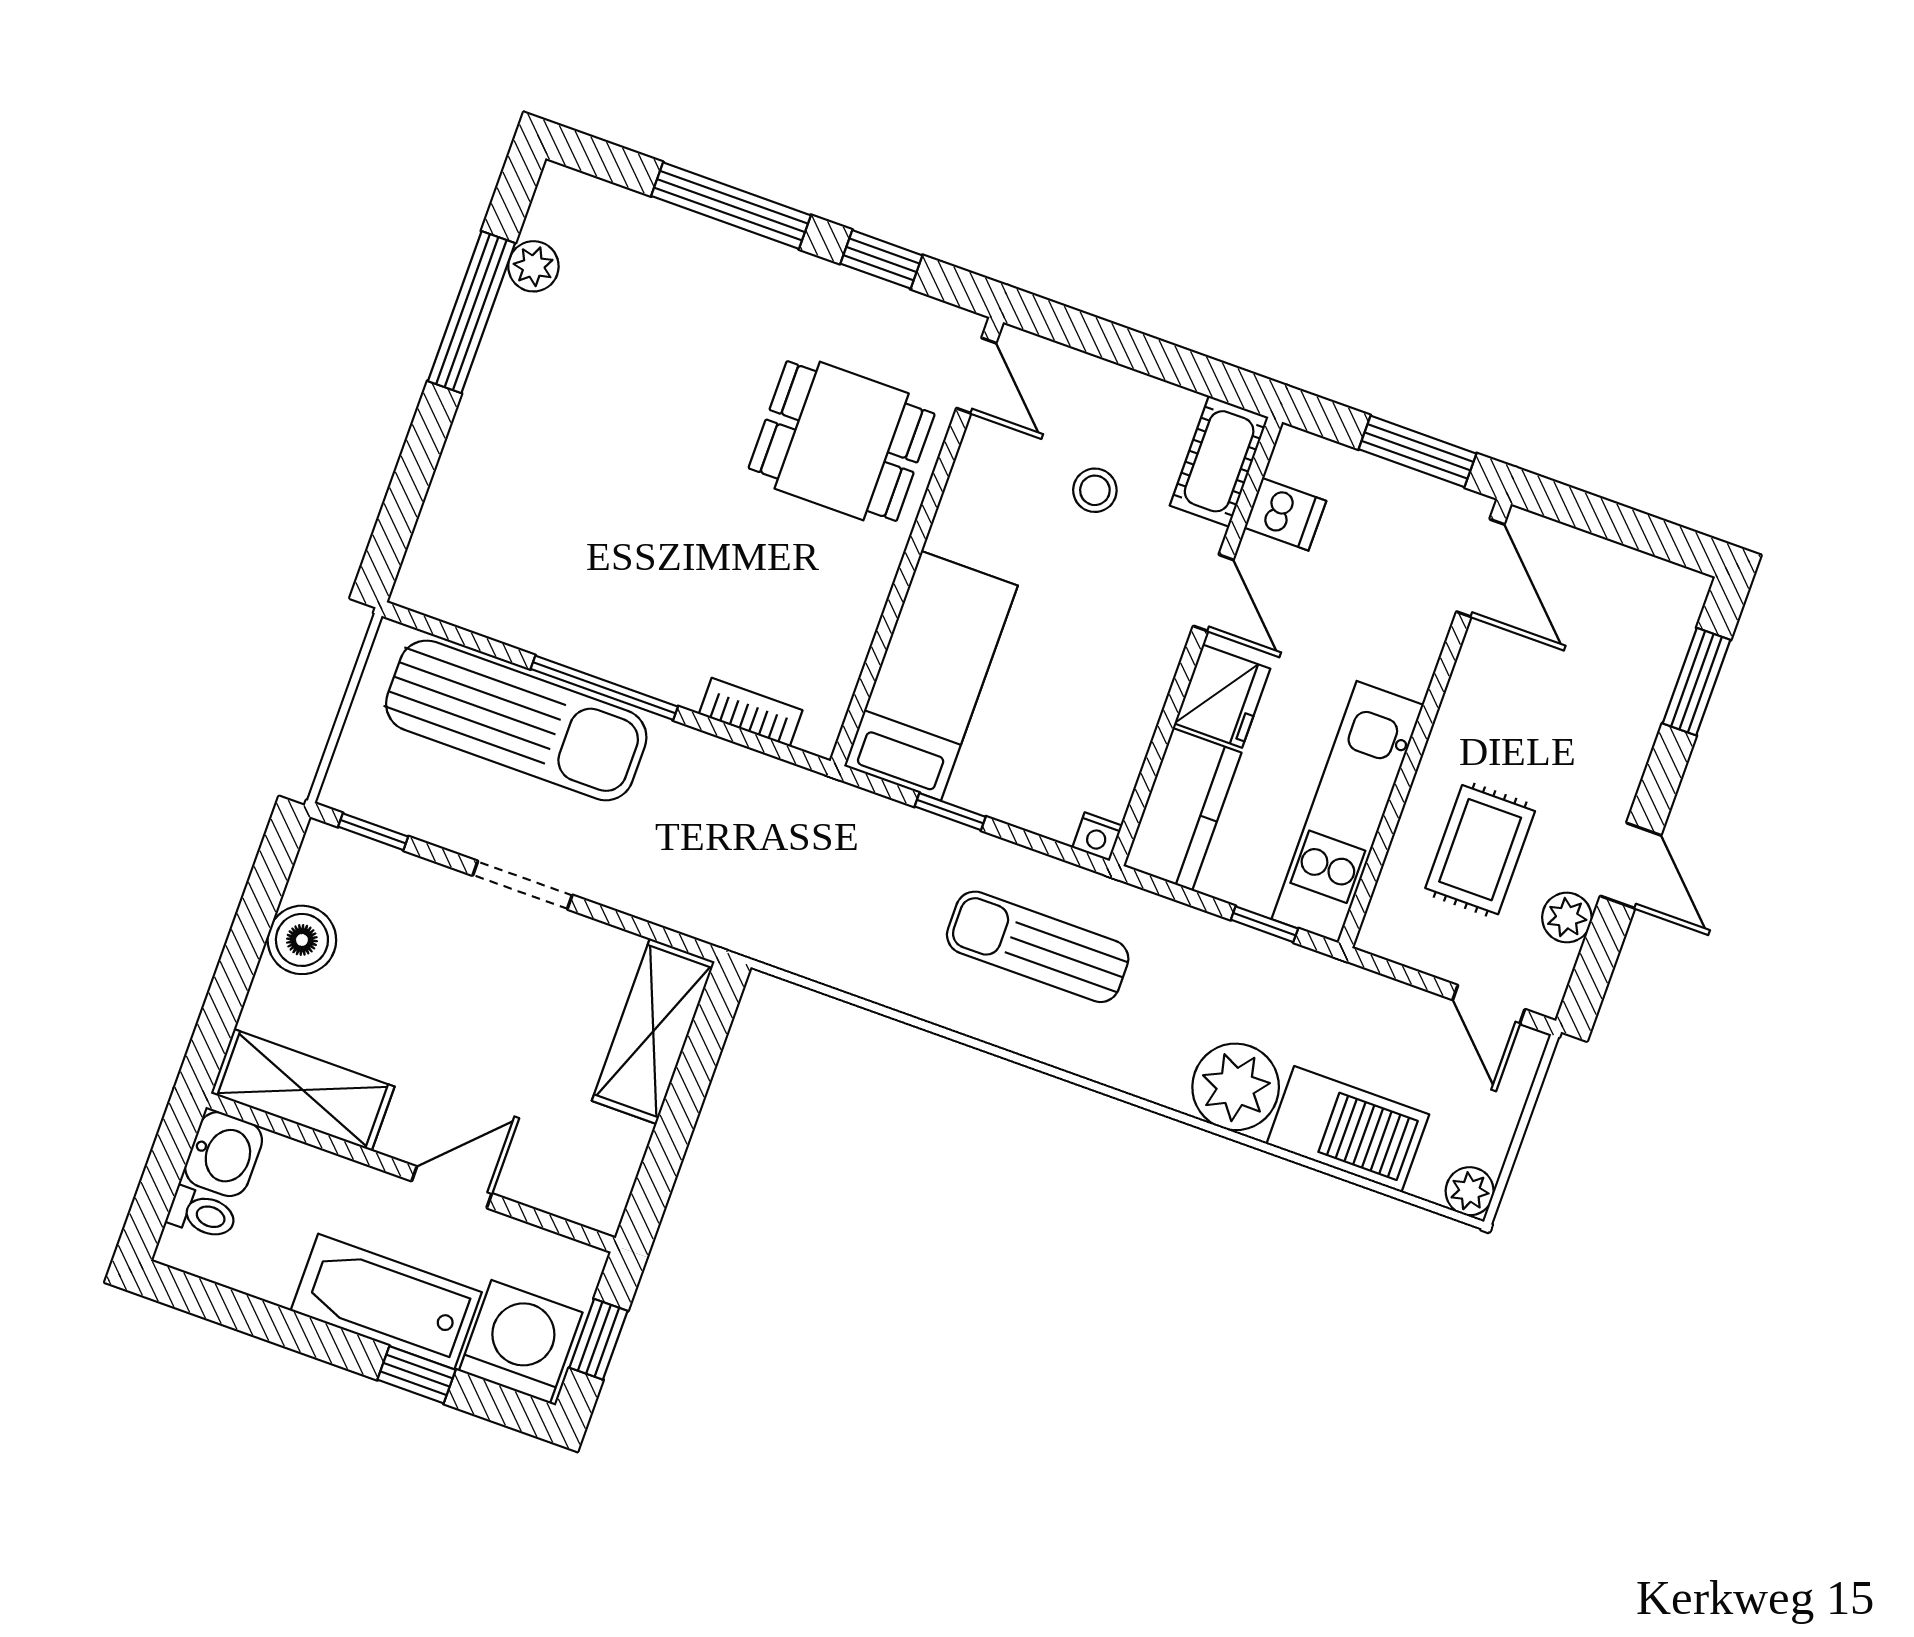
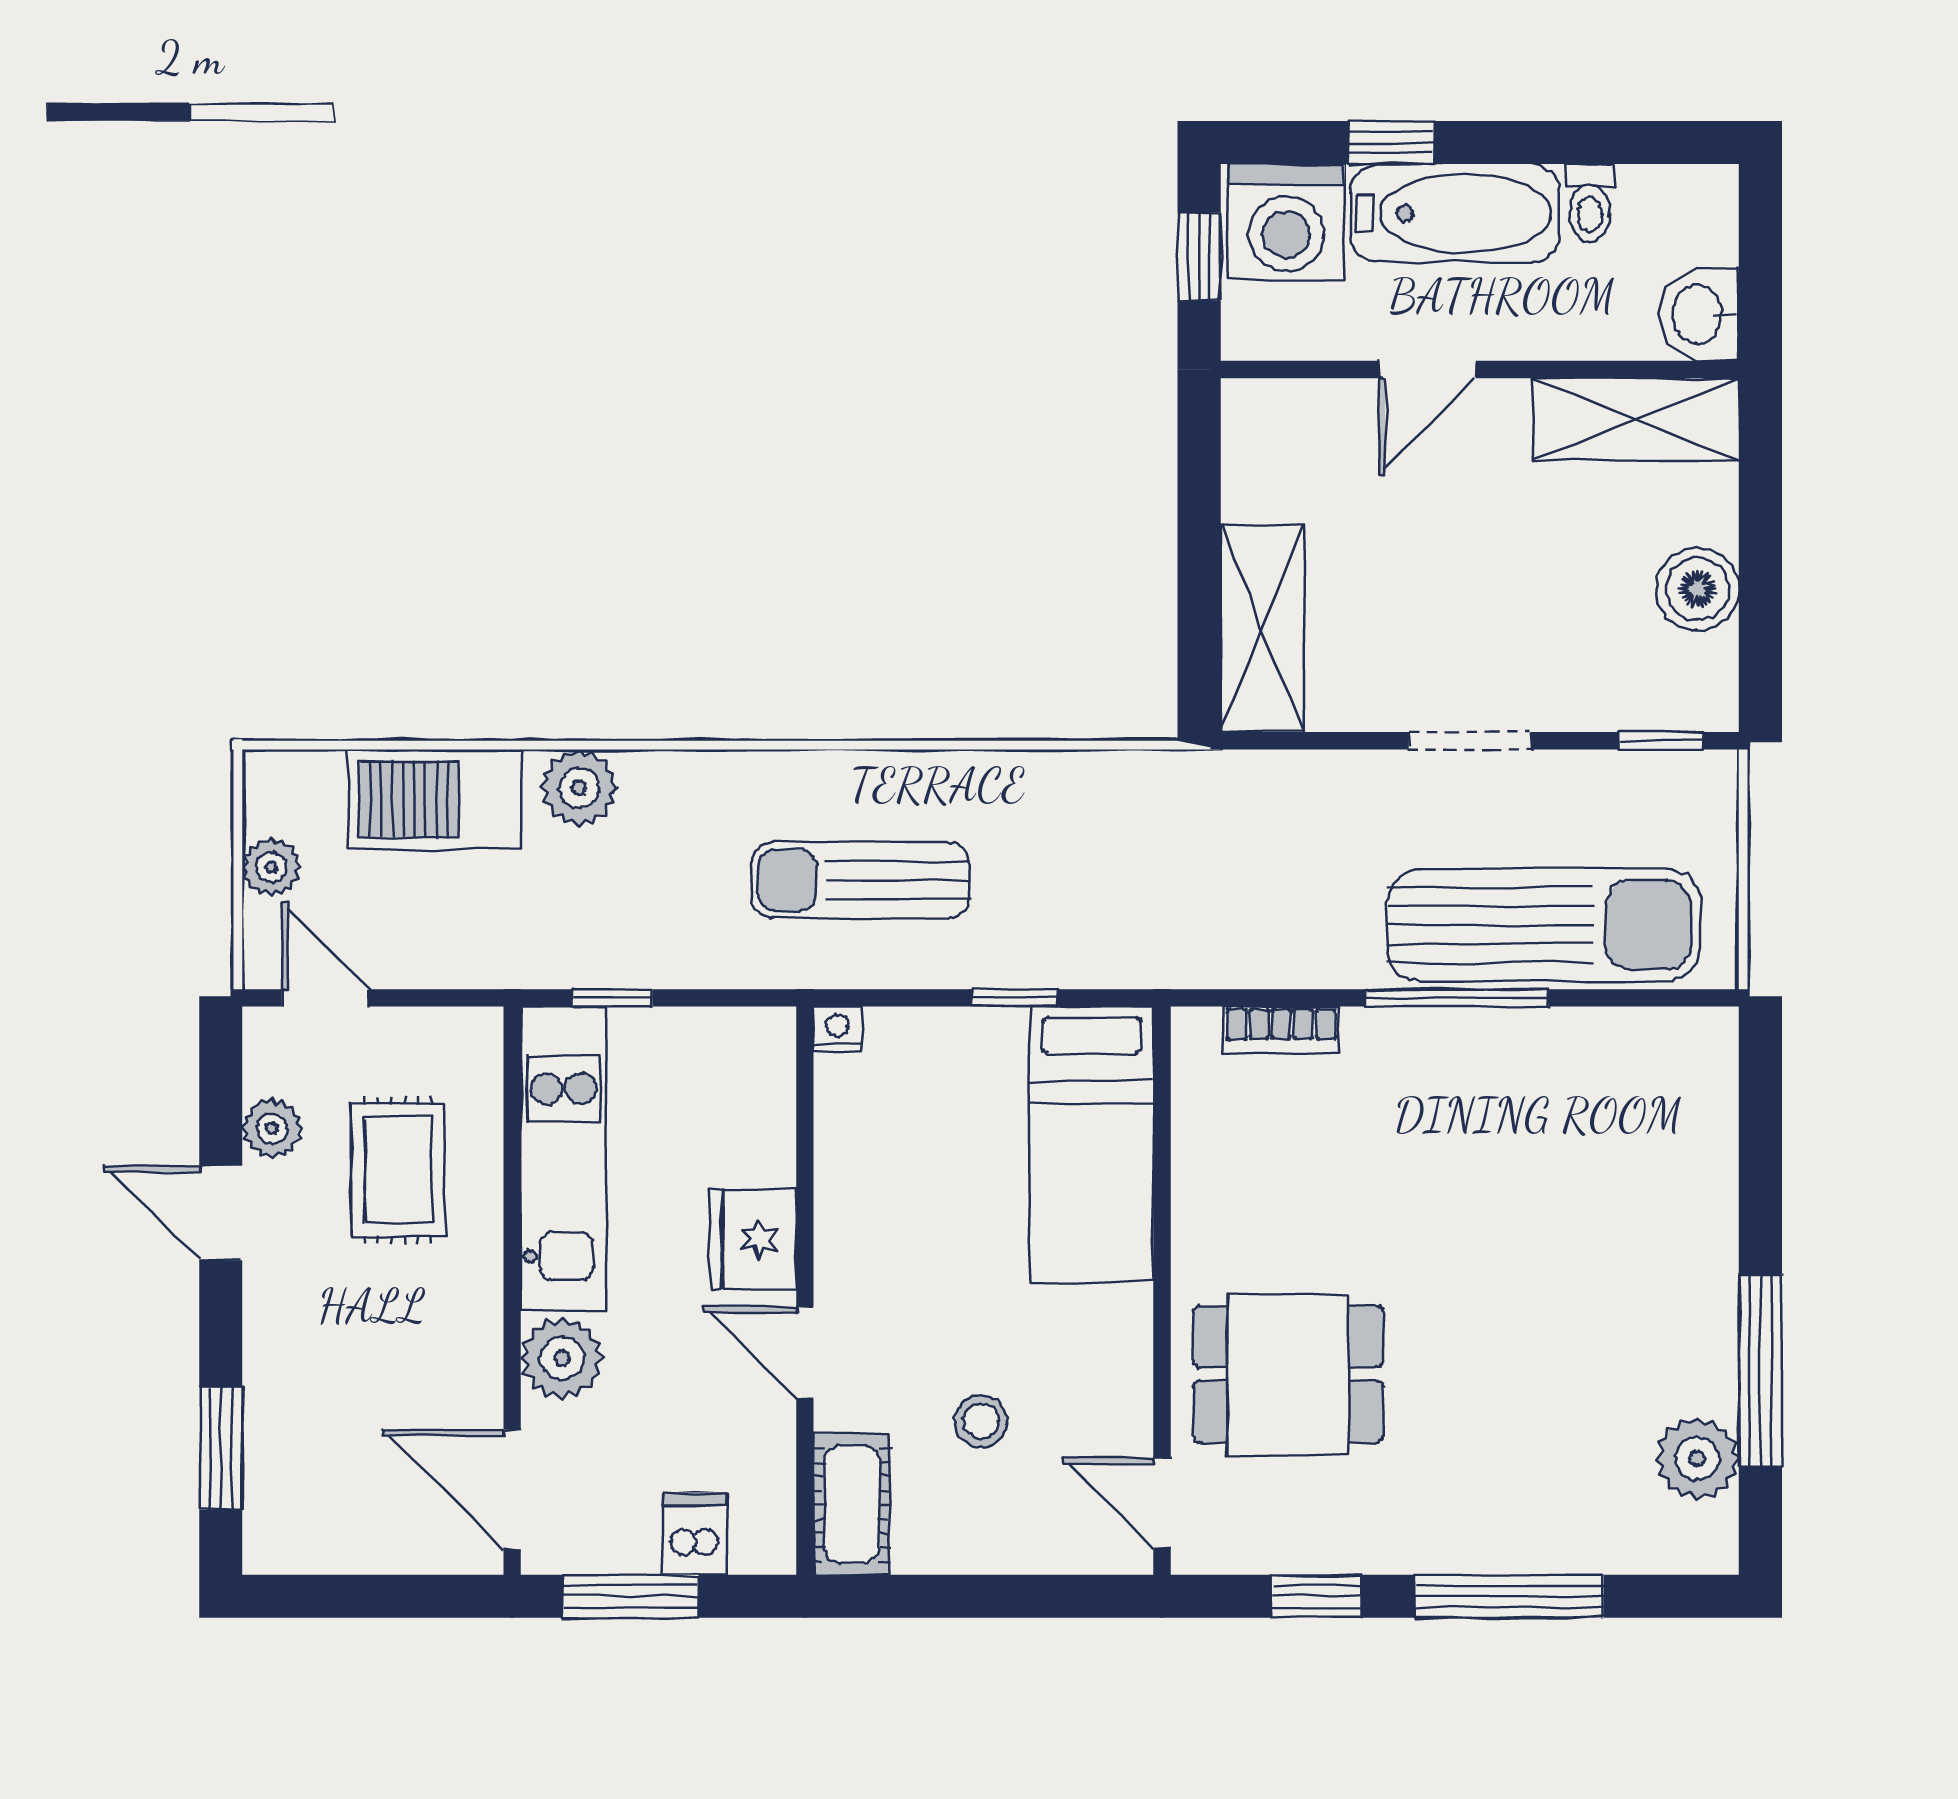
plant: (533, 266) -> (1697, 1459), width x1.38, depth x1.38
dishwasher: (1285, 514) -> (695, 1534), moved, turned 90
plant: (1405, 657) -> (562, 1358), added
sun lounger: (516, 720) -> (1544, 925), turned 180
kitchen counter: (1182, 809) -> (752, 1095), removed
sun lounger: (1038, 947) -> (860, 880), turned 180
plant: (1236, 1087) -> (579, 788), width x0.73, depth x0.73
plant: (1470, 1191) -> (271, 867), moved
toilet: (202, 1214) -> (1590, 203), moved, turned -90

